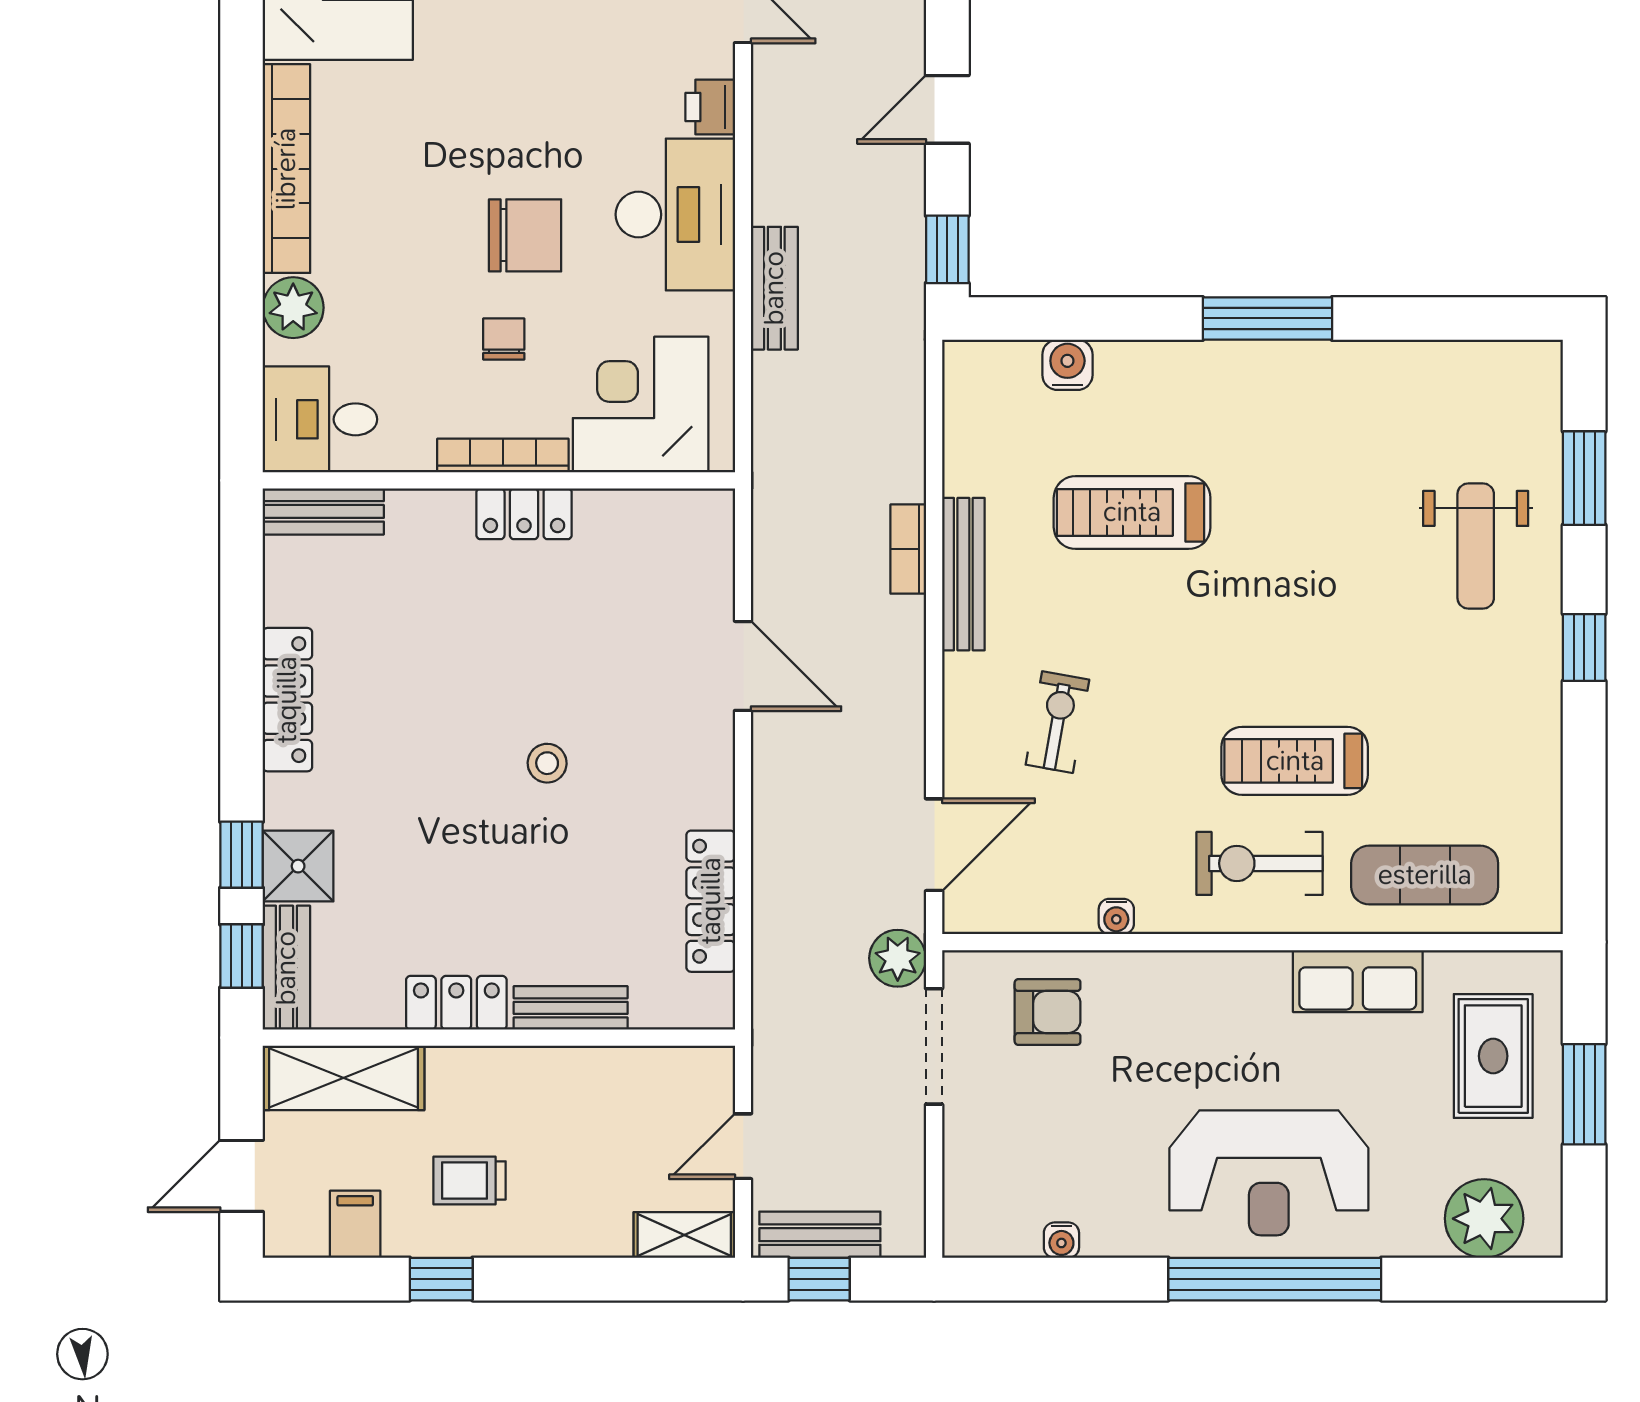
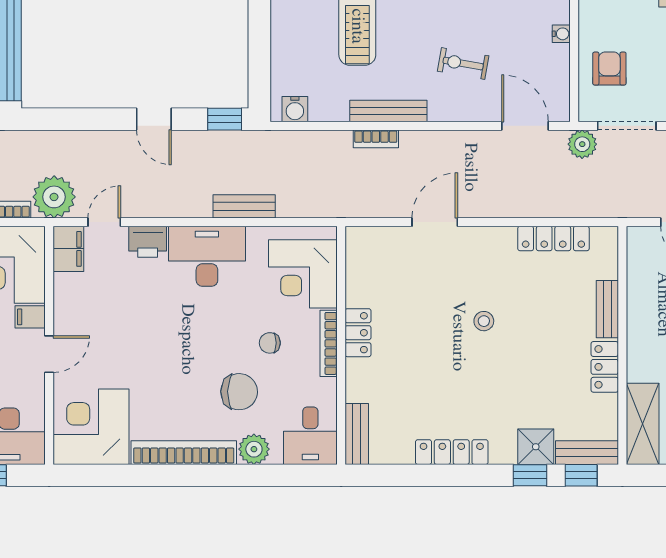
printer: (710, 107) -> (148, 242), width x1.36, depth x1.24
chair: (525, 235) -> (239, 392), moved, turned 91
water cooler: (1067, 365) -> (295, 109), moved, turned -90

